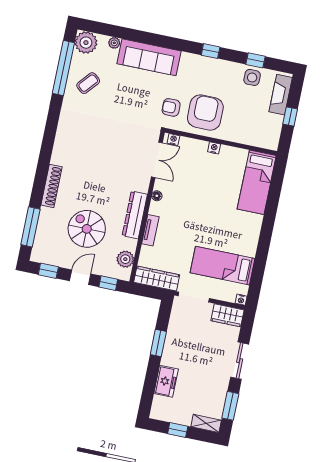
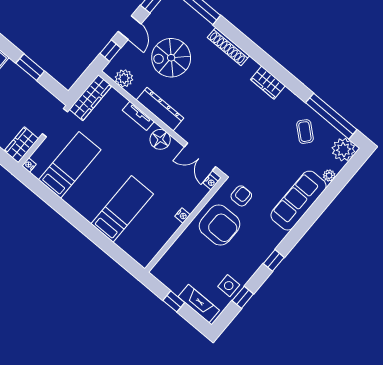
wardrobe: (64, 136) -> (268, 83), added
bed: (257, 182) -> (122, 209), moved, turned 90
floor lamp: (157, 196) -> (160, 139), width x1.89, depth x1.89
spiral stairs: (87, 229) -> (171, 58), turned 180

